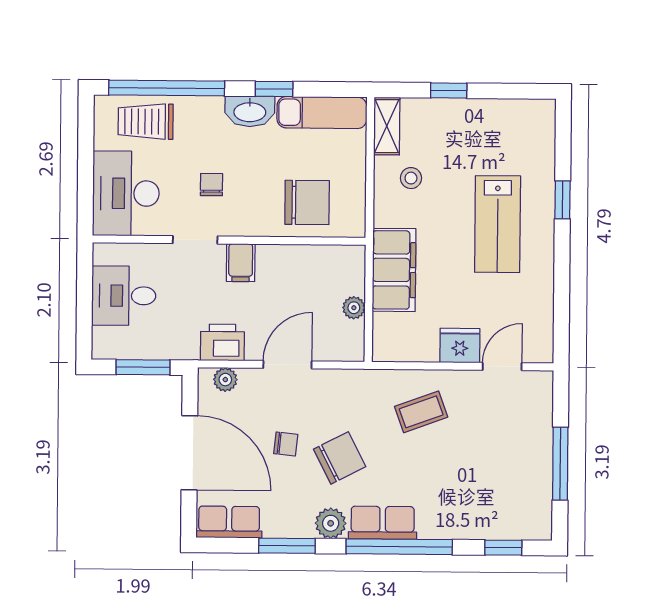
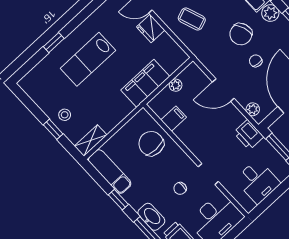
washbasin: (250, 111) -> (151, 217), moved
stool: (411, 178) -> (65, 115), moved
lab bench: (498, 224) -> (88, 59), turned 180
filing cabinet: (241, 263) -> (174, 119), moved
printer: (222, 342) -> (249, 135), moved
chair: (340, 458) -> (241, 34), turned -82

